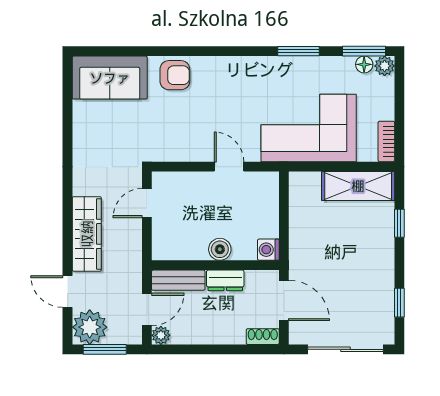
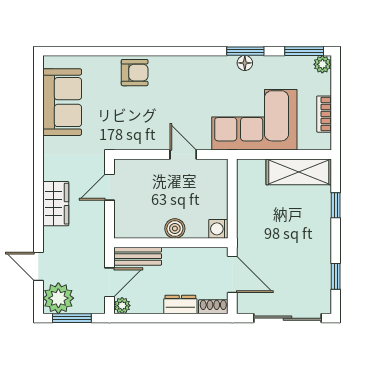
floor lamp: (364, 64) -> (245, 63), moved
sofa: (110, 78) -> (62, 102), moved, turned -90
bookcase: (386, 141) -> (324, 114), moved
wardrobe: (87, 234) -> (56, 204), width x0.67
dresser: (225, 280) -> (180, 305), moved, turned 180

